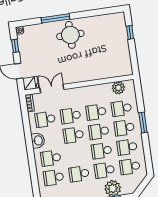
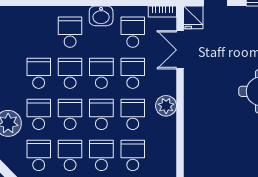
plant: (118, 88) -> (166, 106), moved
double door: (52, 89) -> (180, 50), swing flipped
school desk: (54, 178) -> (70, 73), moved

